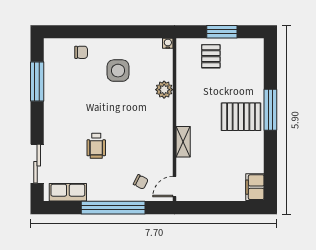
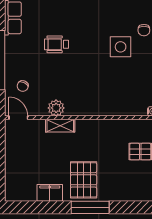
side table: (118, 71) -> (121, 47), moved
plant: (164, 90) -> (56, 108), moved
filing cabinet: (255, 187) -> (50, 193), moved

